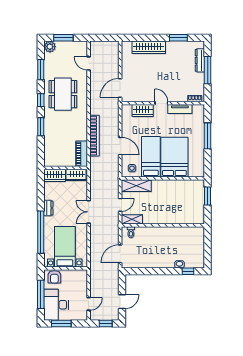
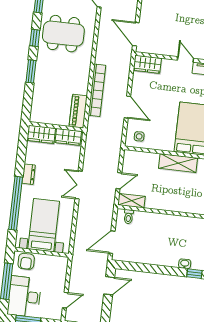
door: (120, 88) -> (136, 34), hinge flipped
dining table: (63, 94) -> (63, 34), turned 90
wardrobe: (143, 111) -> (147, 64), moved
bed: (151, 157) -> (164, 125), removed
shelving: (136, 186) -> (178, 163), moved
door: (122, 302) -> (109, 286), moved

